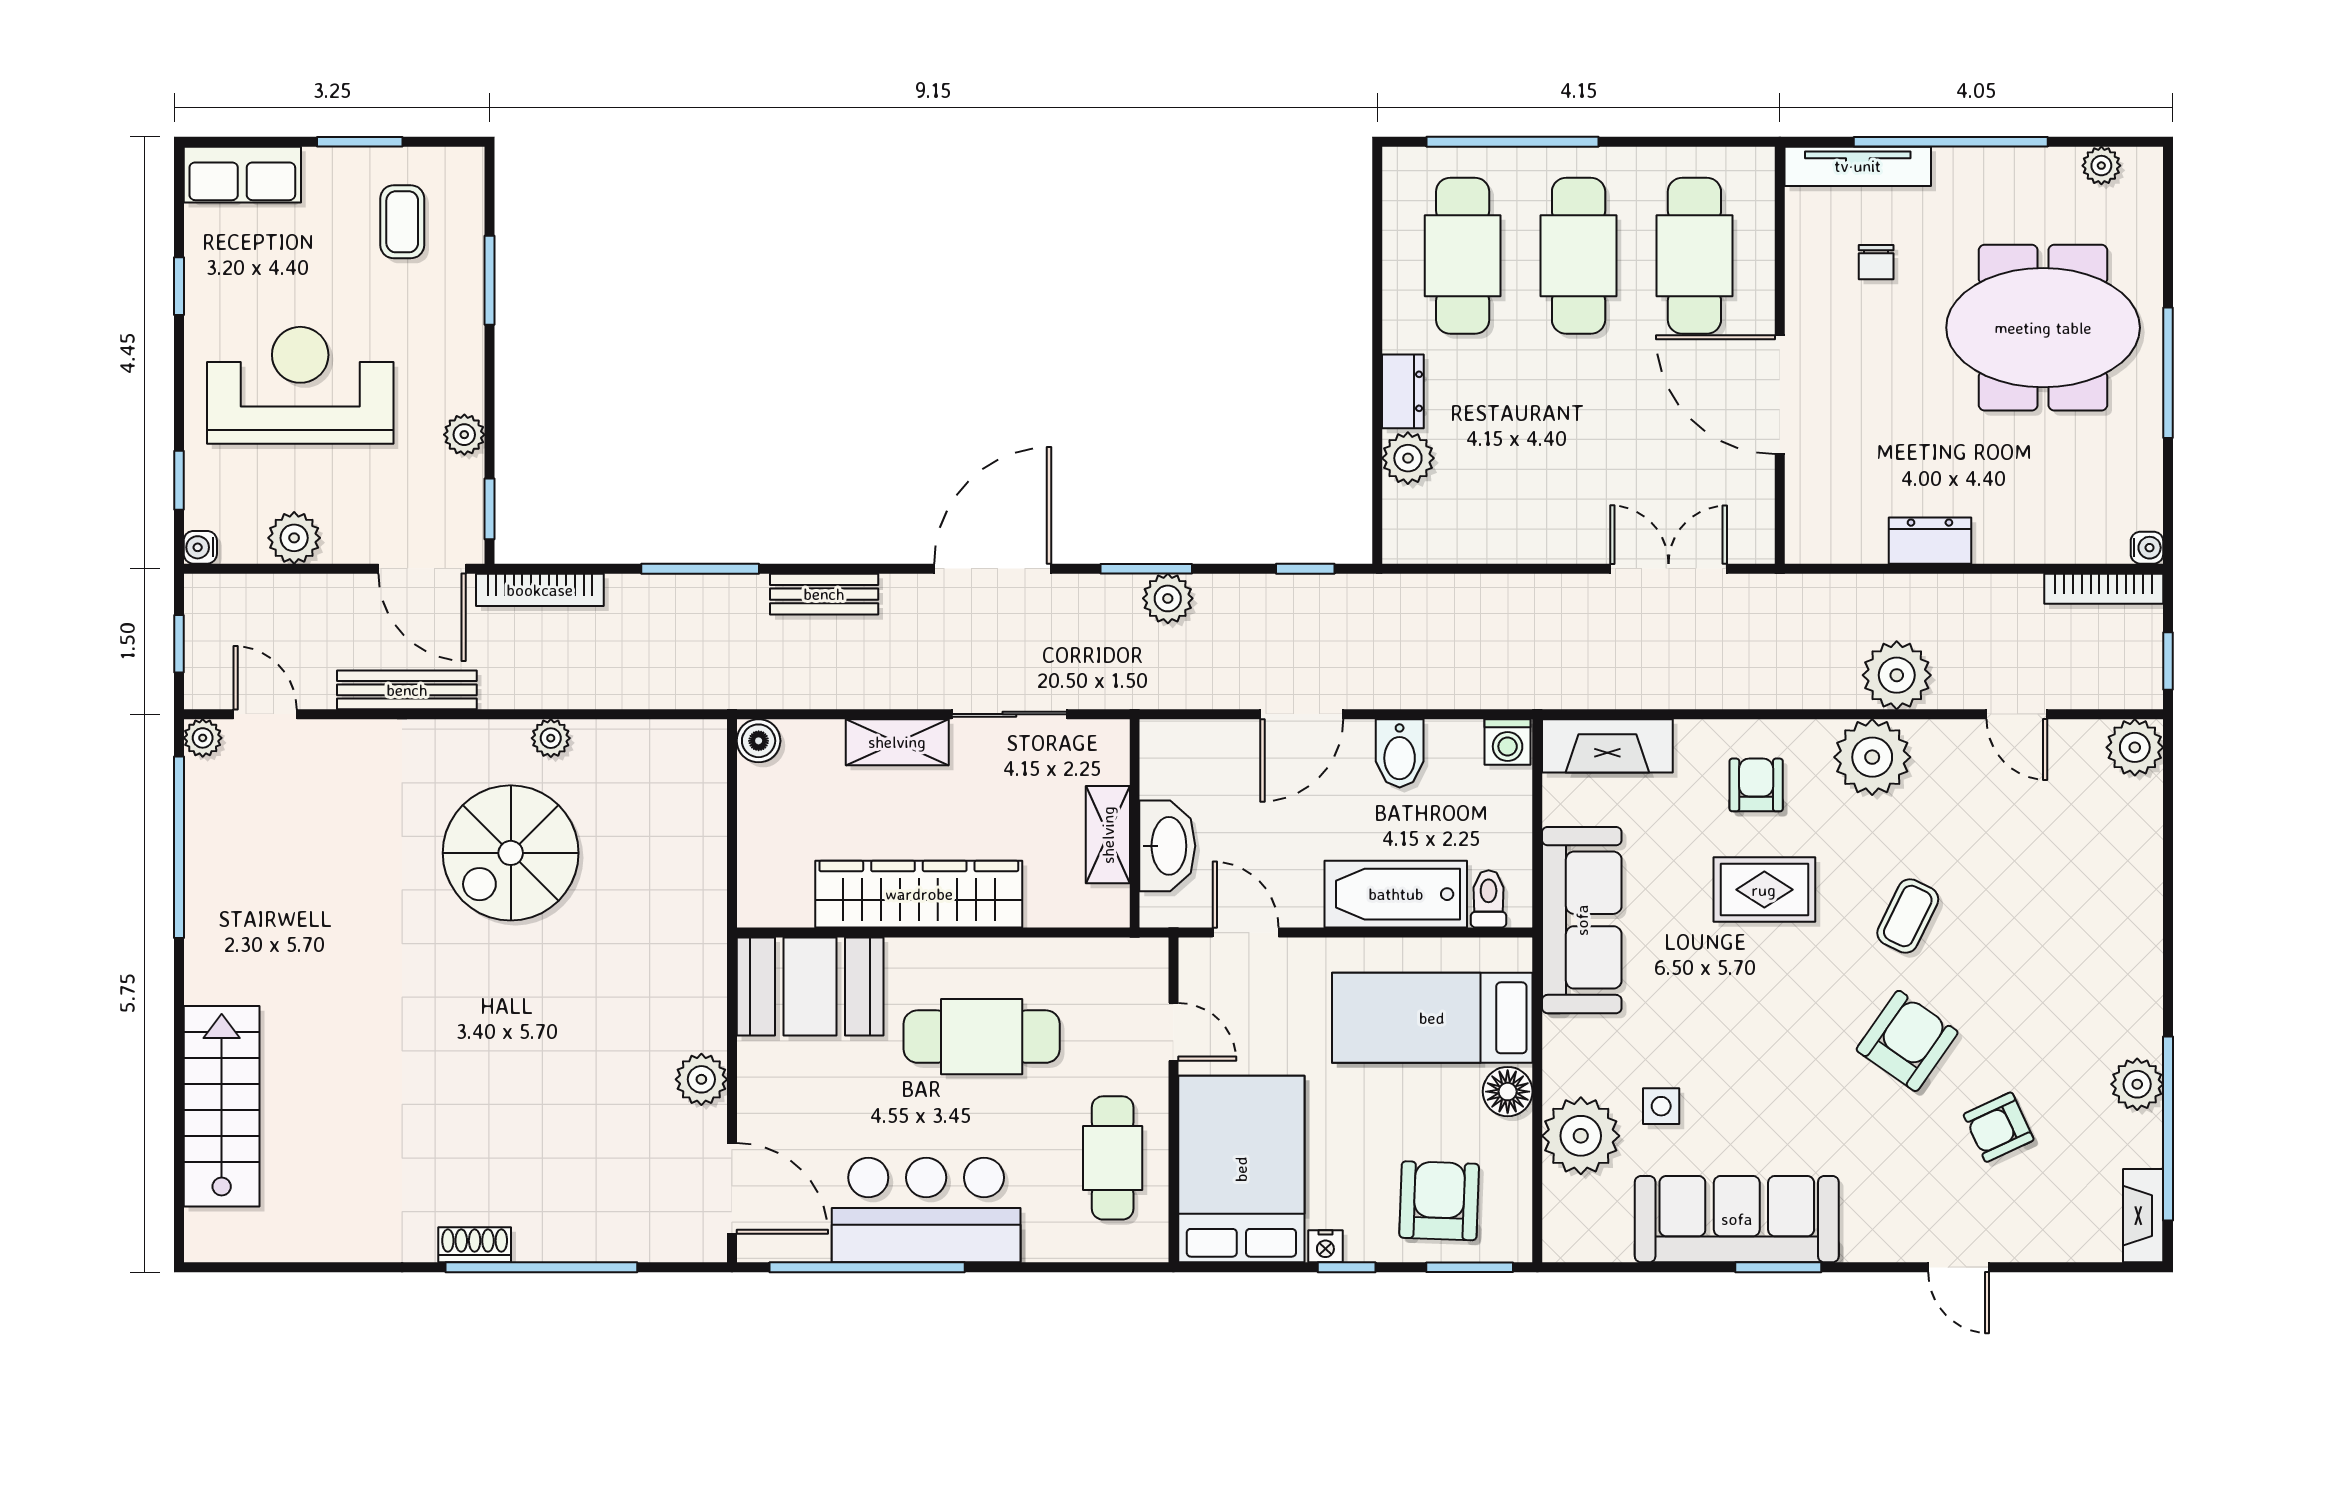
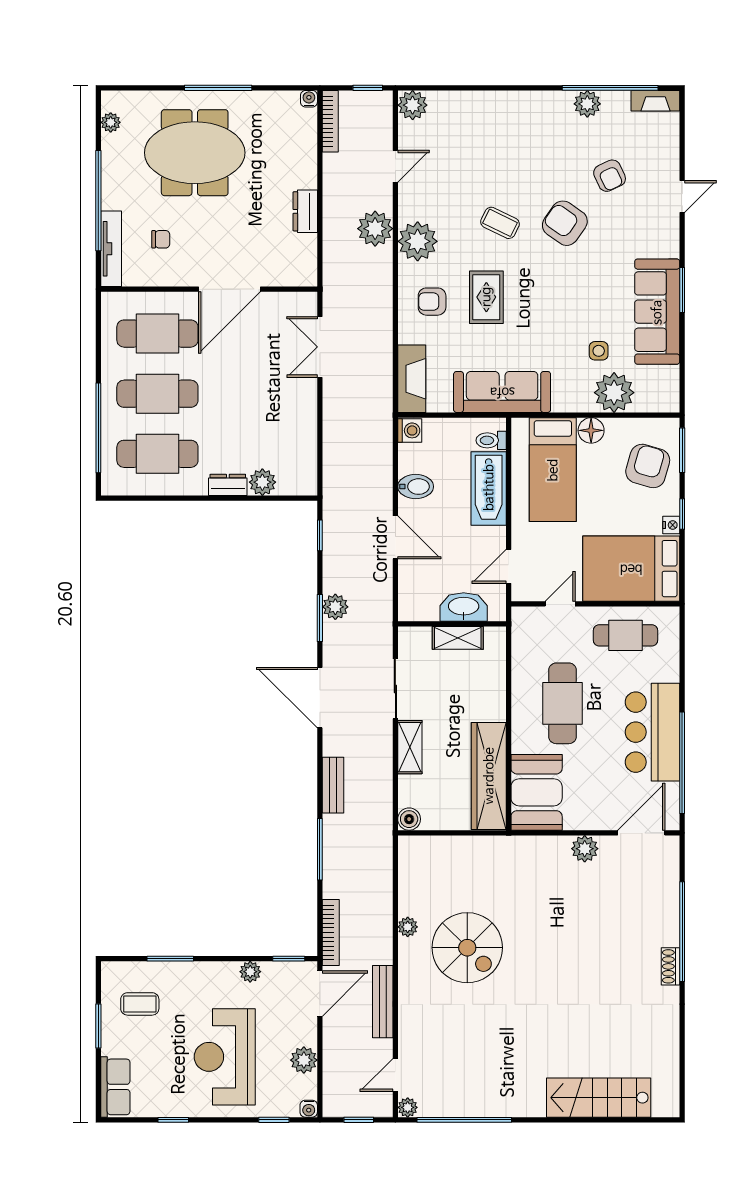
meeting table: (2043, 328) -> (195, 153), turned 90
wardrobe: (919, 894) -> (489, 776), moved
armchair: (1439, 1201) -> (648, 466), turned 104

